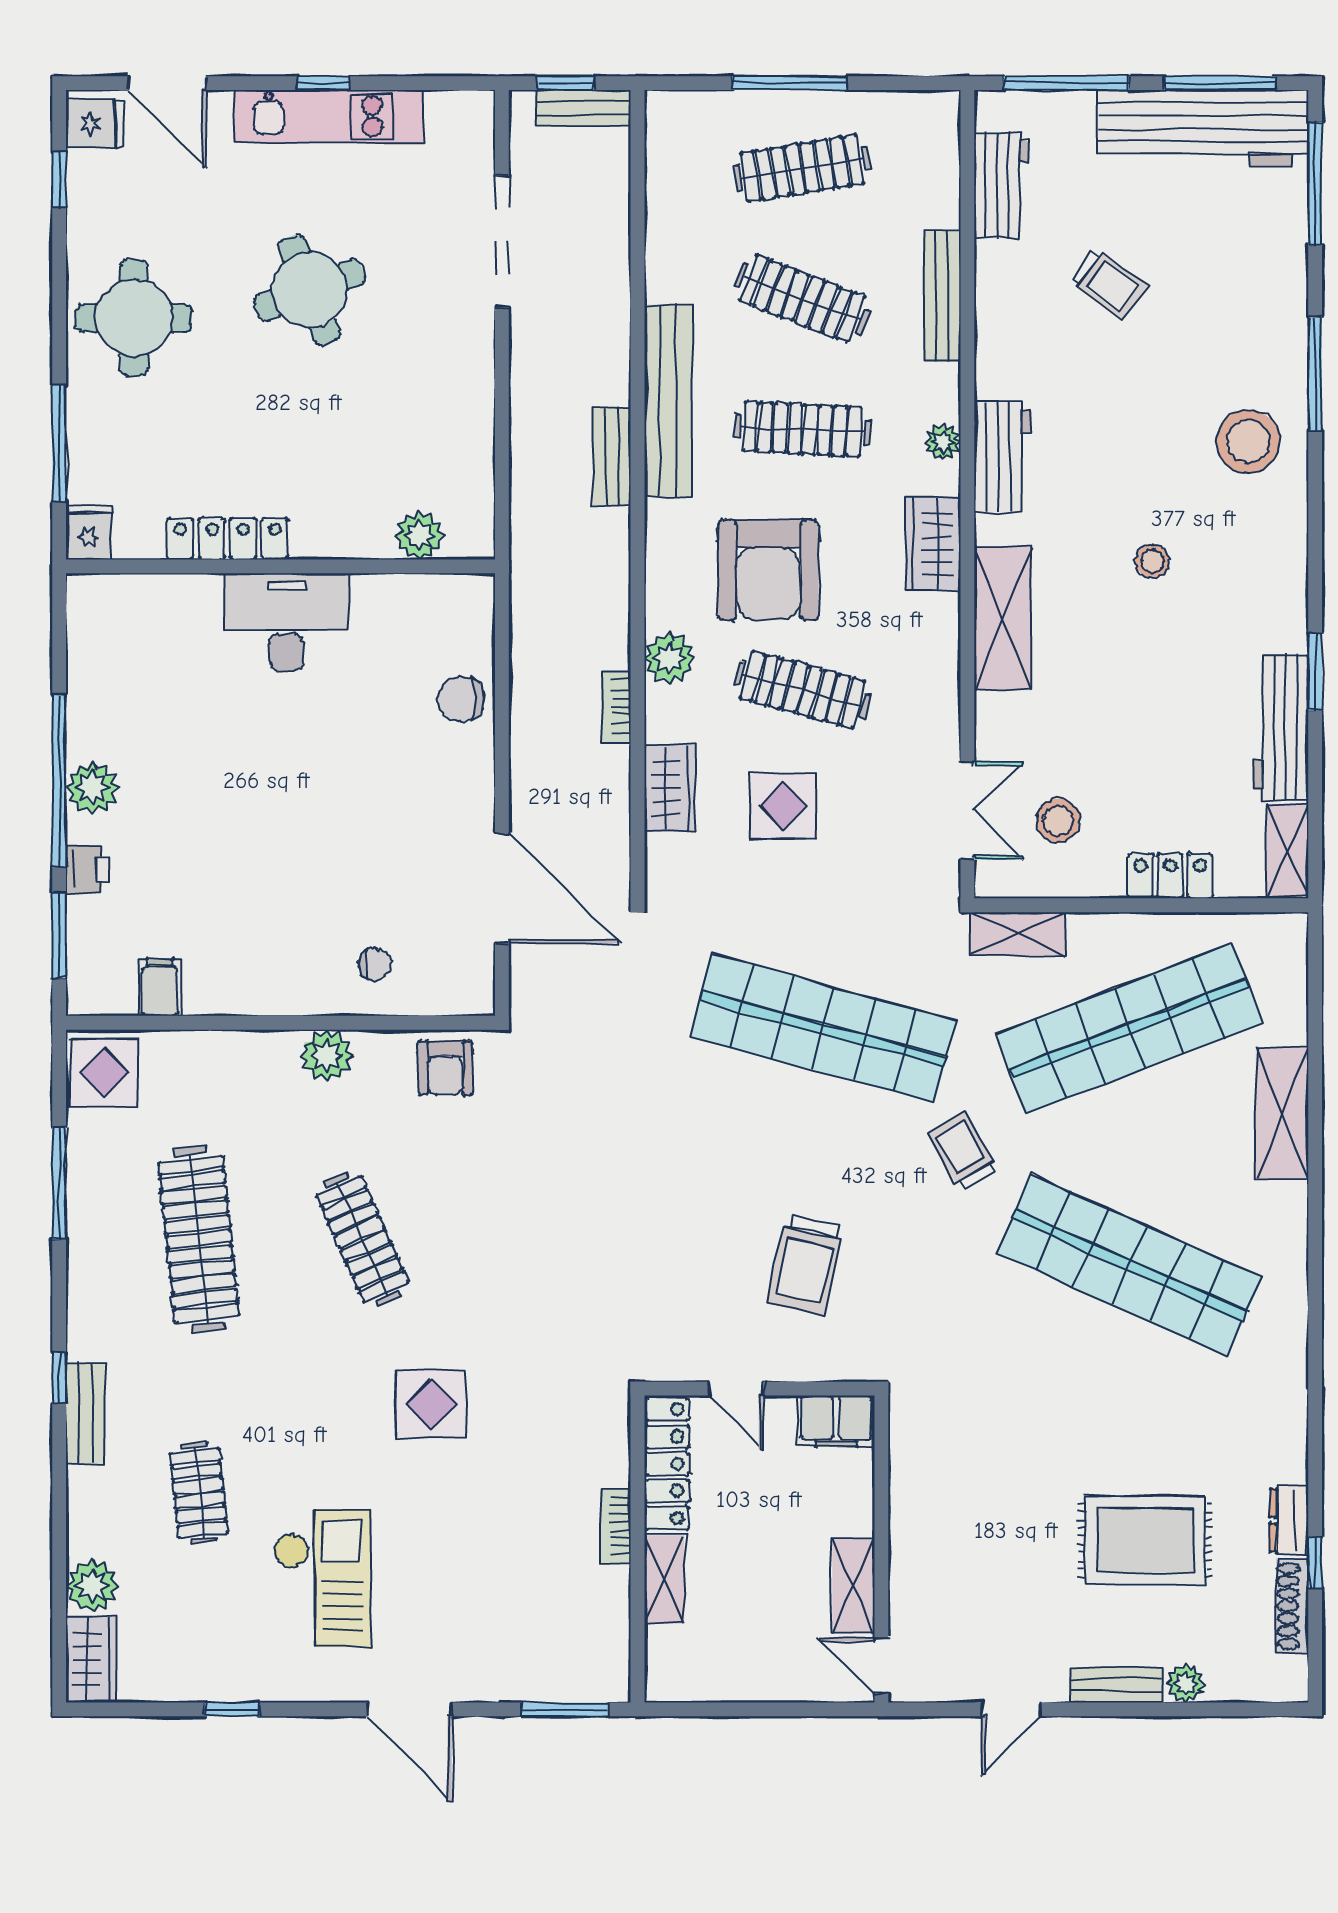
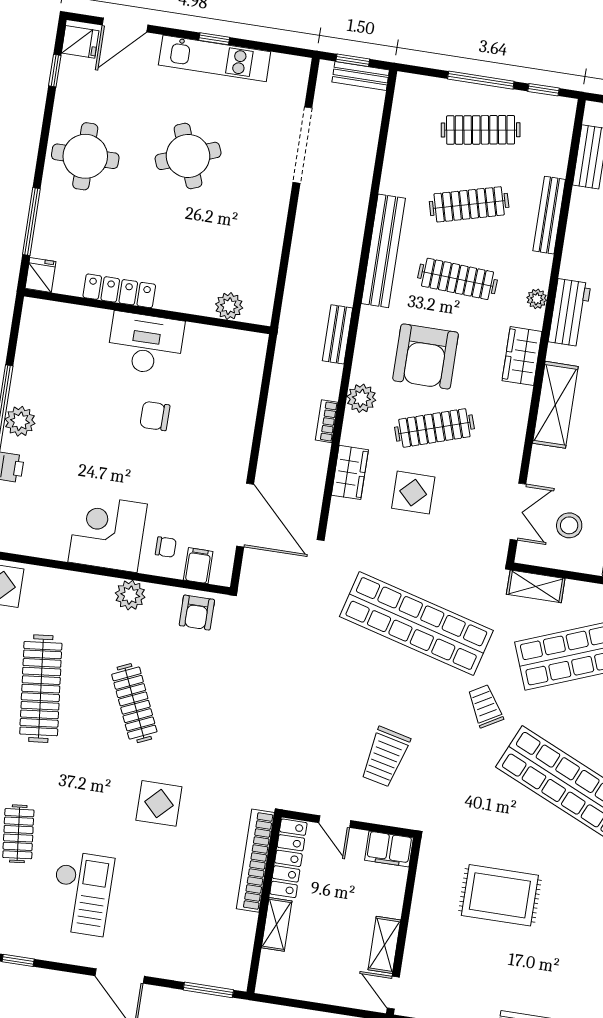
door: (167, 83) -> (125, 25), hinge flipped
window: (899, 83) -> (543, 90), added
clothes rail: (802, 299) -> (469, 204), turned -36
bench: (612, 457) -> (337, 334), moved
clothes rail: (802, 690) -> (434, 428), turned -33
chair: (461, 699) -> (155, 416), moved
corner desk: (272, 956) -> (108, 533), added
filing cabinet: (160, 987) -> (198, 566), moved
bookcase: (616, 1526) -> (255, 861), width x2.31, depth x1.31
rug: (1145, 1540) -> (500, 895), moved

